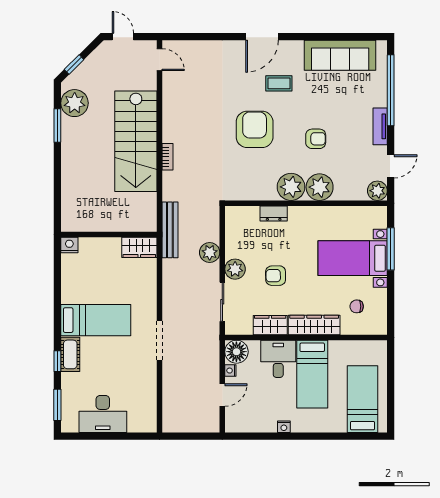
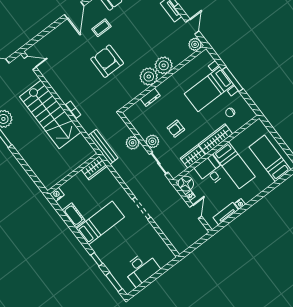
armchair: (316, 139) -> (142, 42), removed
window: (391, 249) -> (233, 79), moved
cot: (70, 354) -> (74, 215), moved
tv unit: (257, 425) -> (226, 214), added

